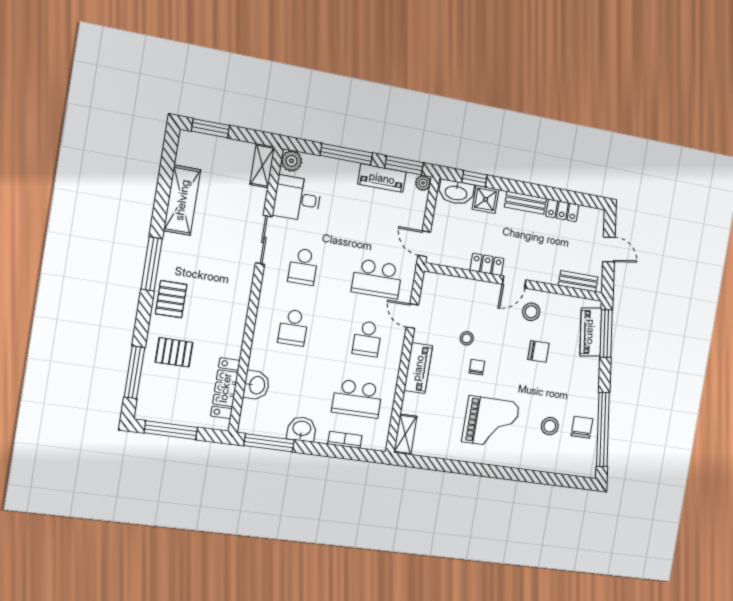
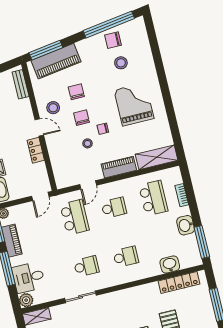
desk: (297, 199) -> (29, 277), moved, turned 90
piano: (591, 332) -> (56, 61), width x1.37, depth x1.33
chair: (503, 344) -> (81, 118), added
shelving: (405, 434) -> (157, 157), width x1.50, depth x1.33

